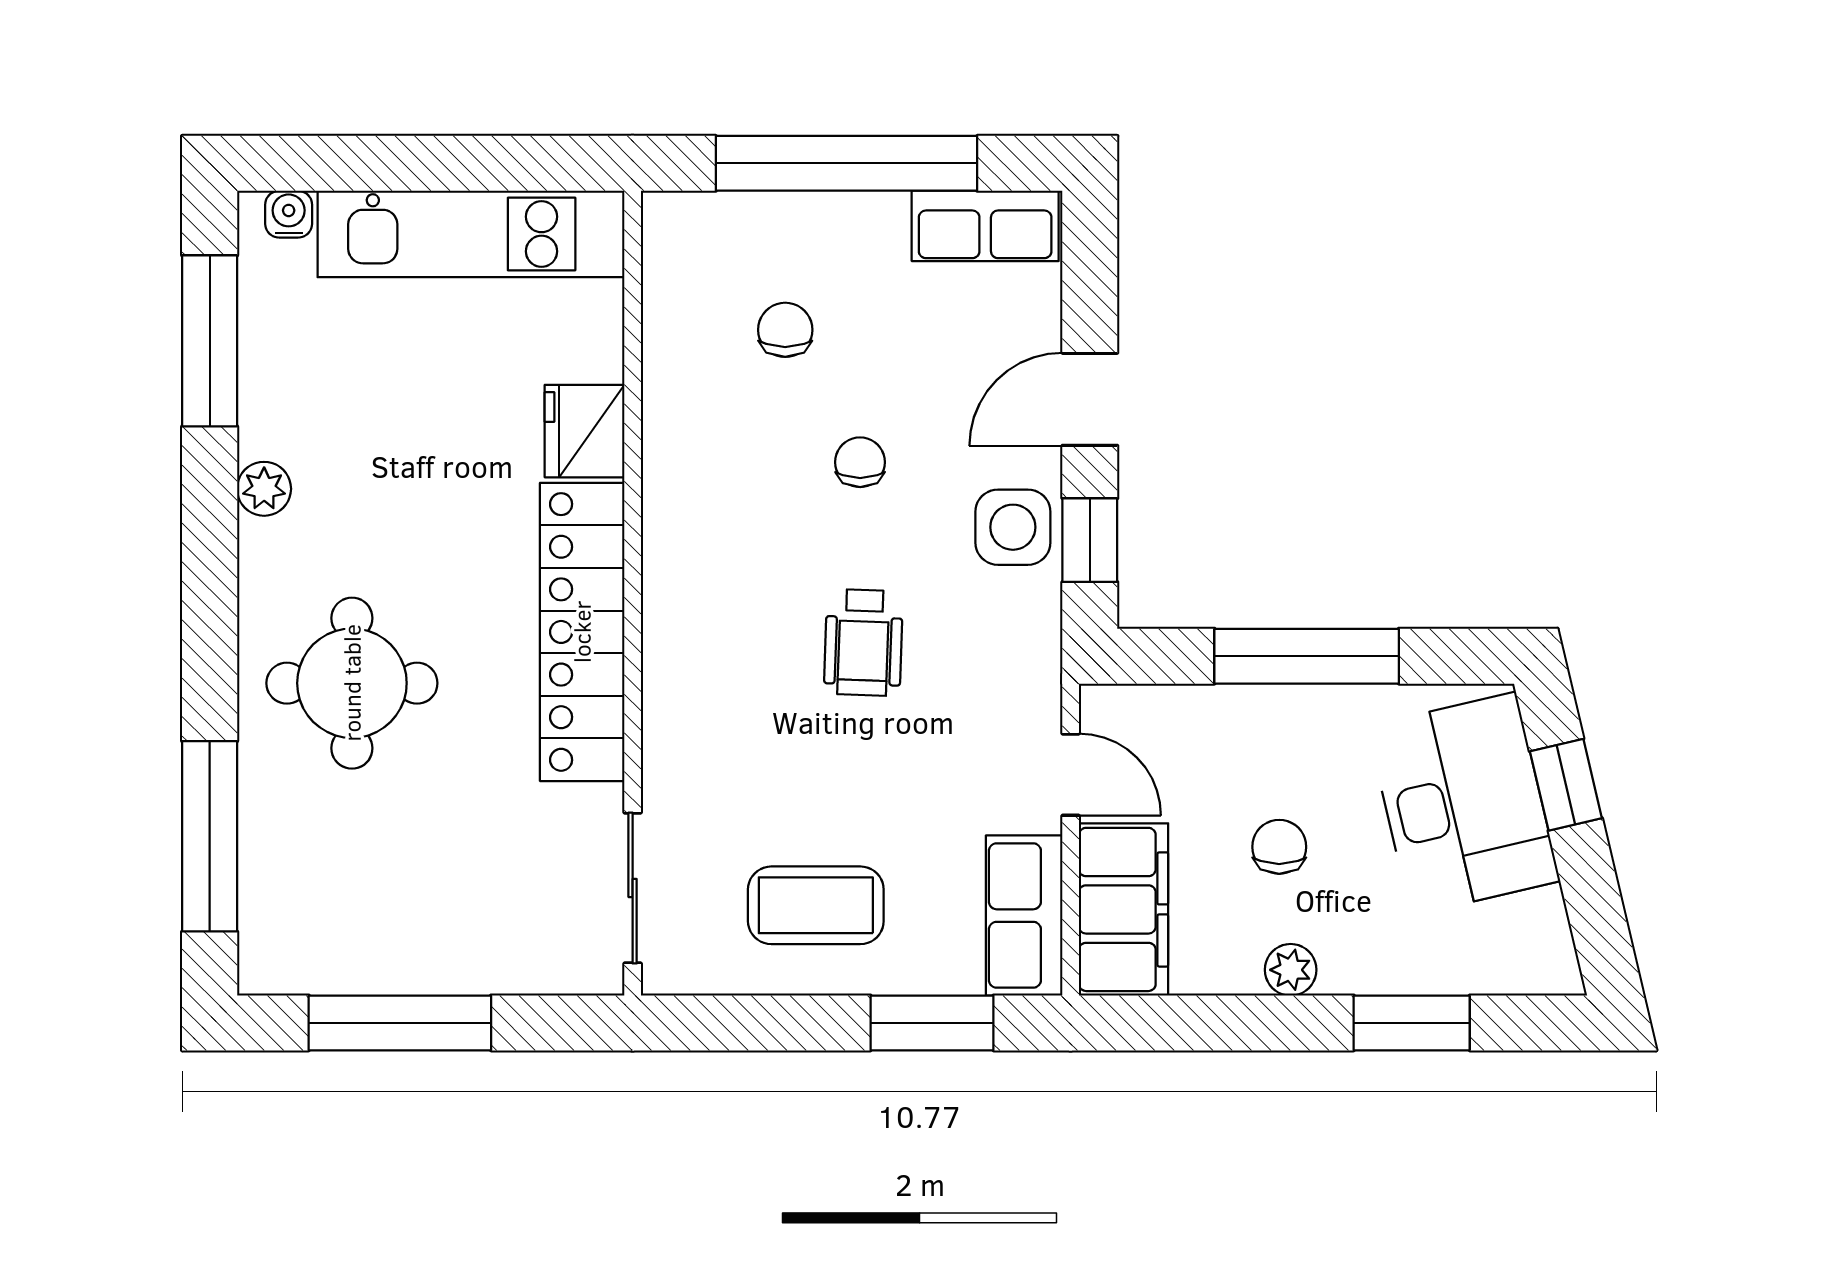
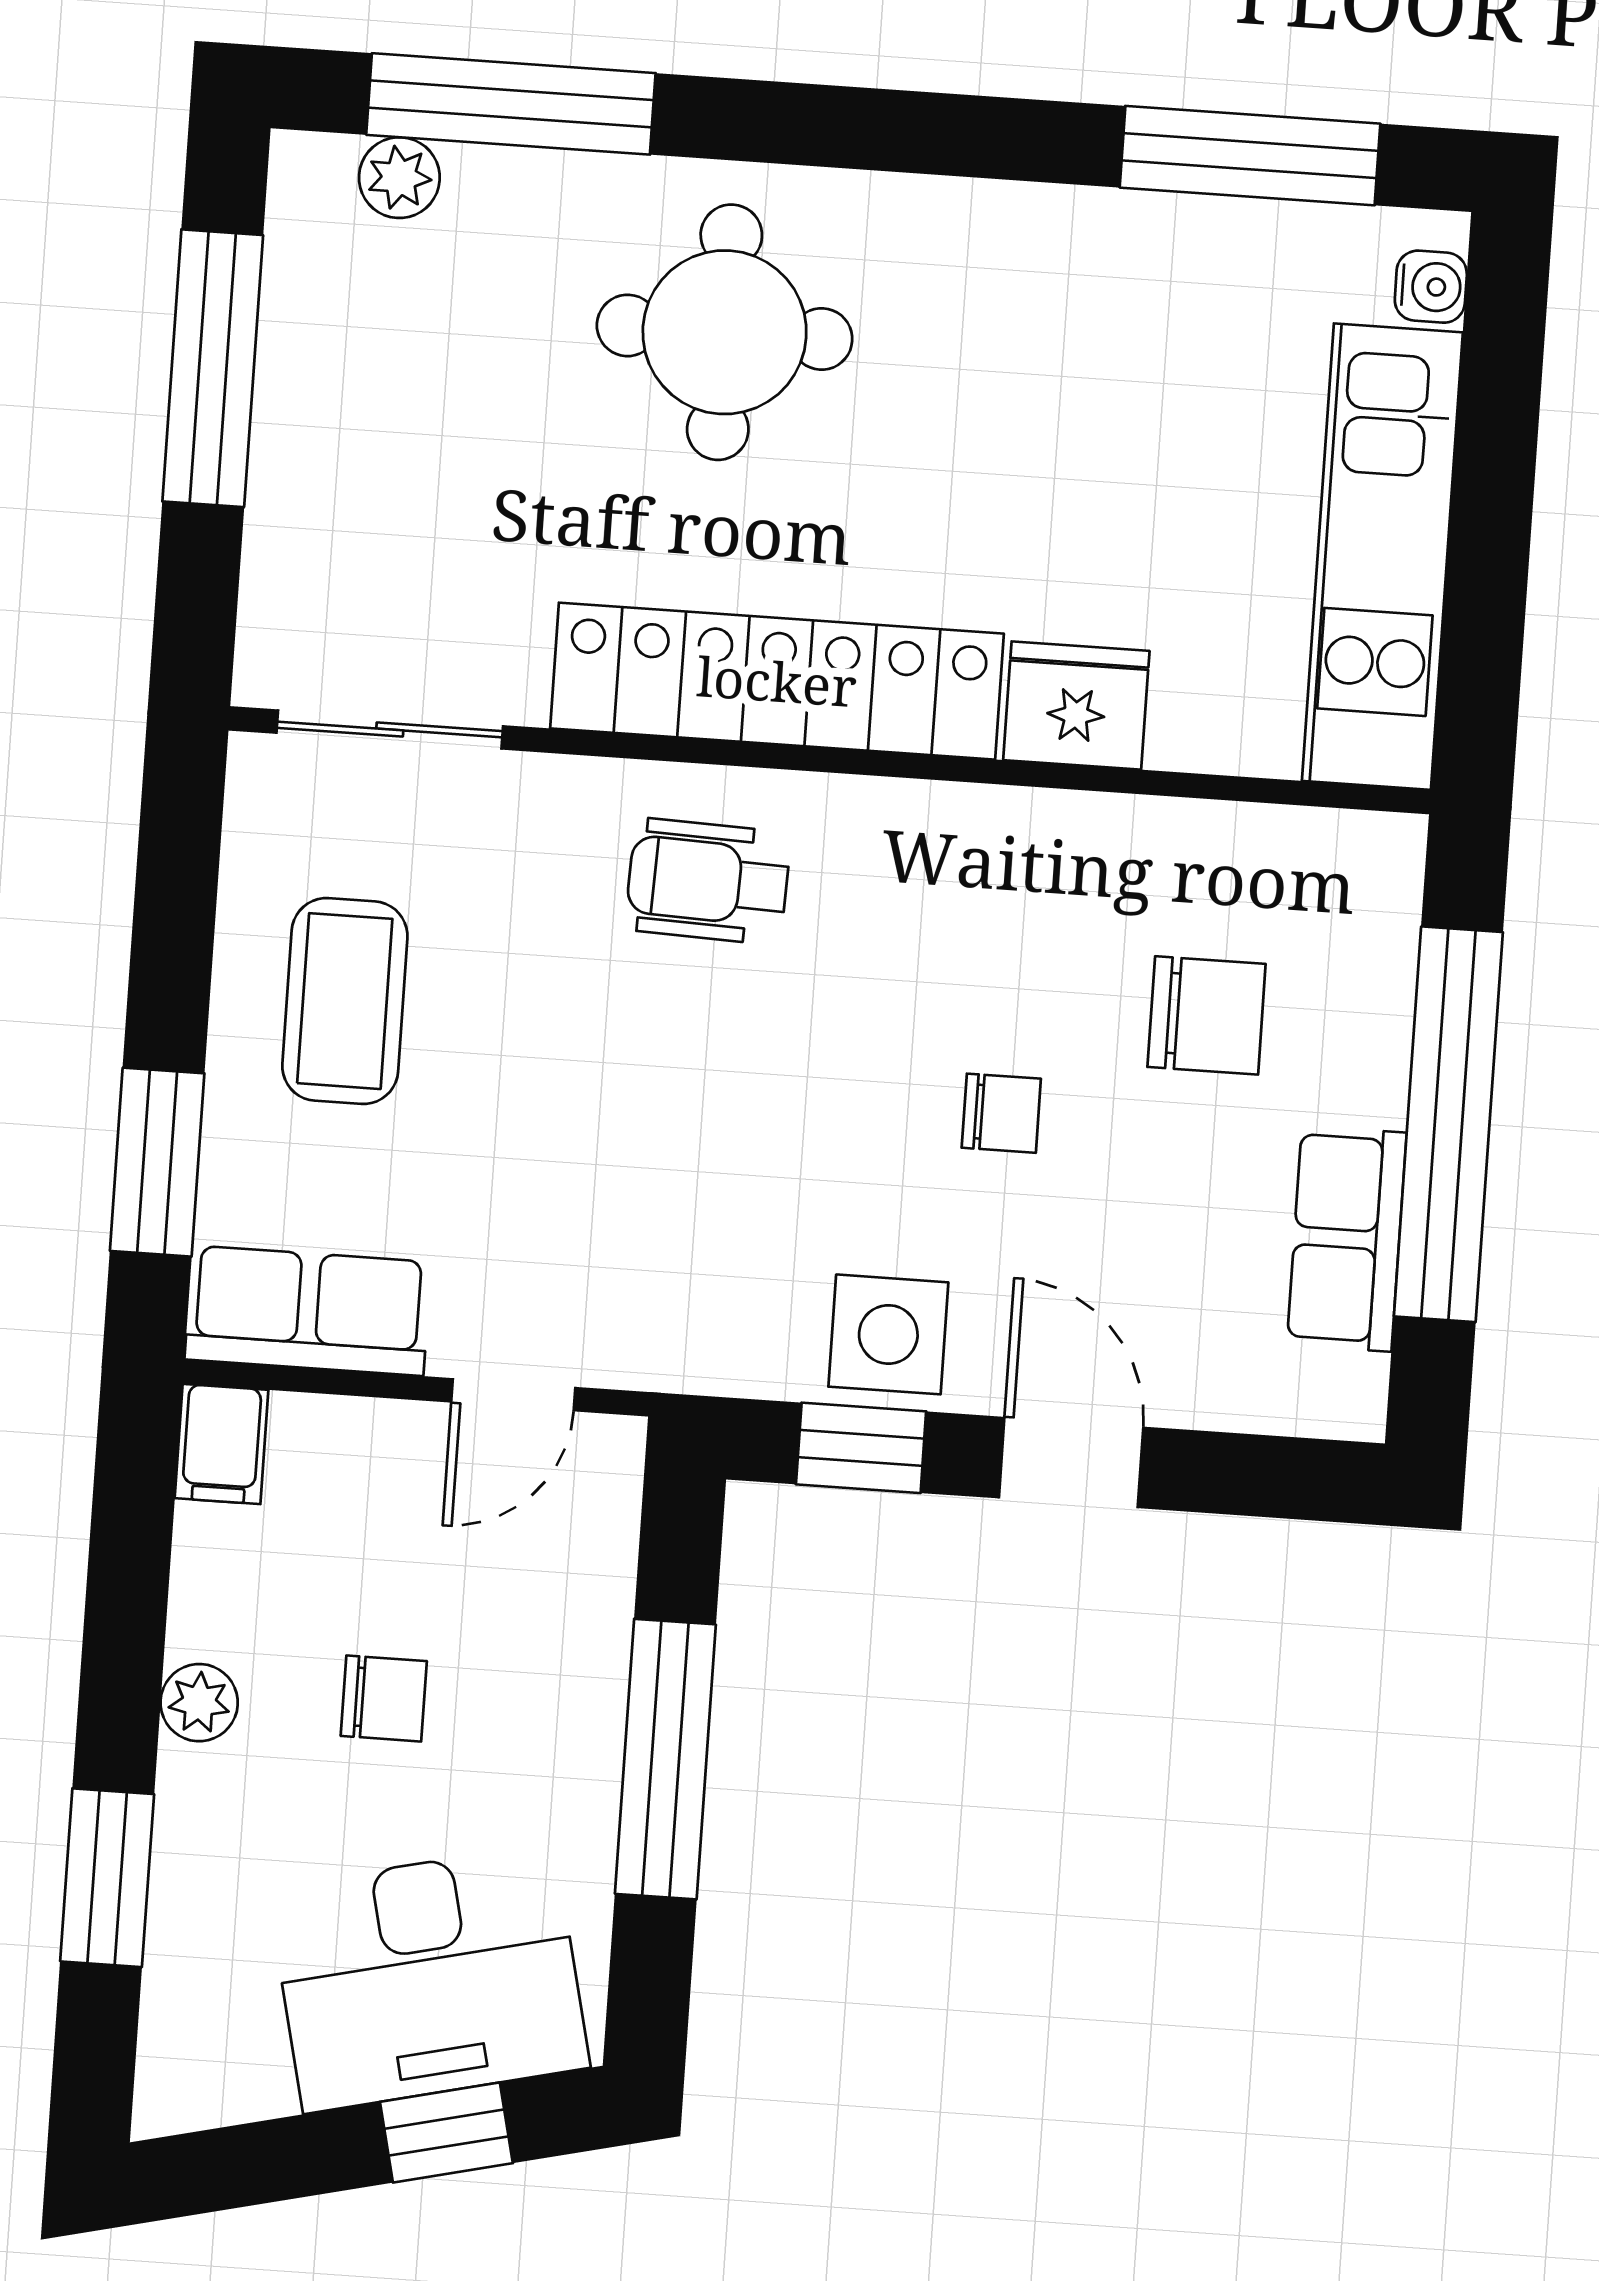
row of seats: (985, 226) -> (1347, 1239), moved
chair: (785, 330) -> (1207, 1015), width x1.37, depth x1.37
plant: (264, 489) -> (399, 178), moved
wheelchair: (863, 643) -> (708, 881), moved
filing cabinet: (1123, 909) -> (222, 1444), width x0.33, depth x0.86

